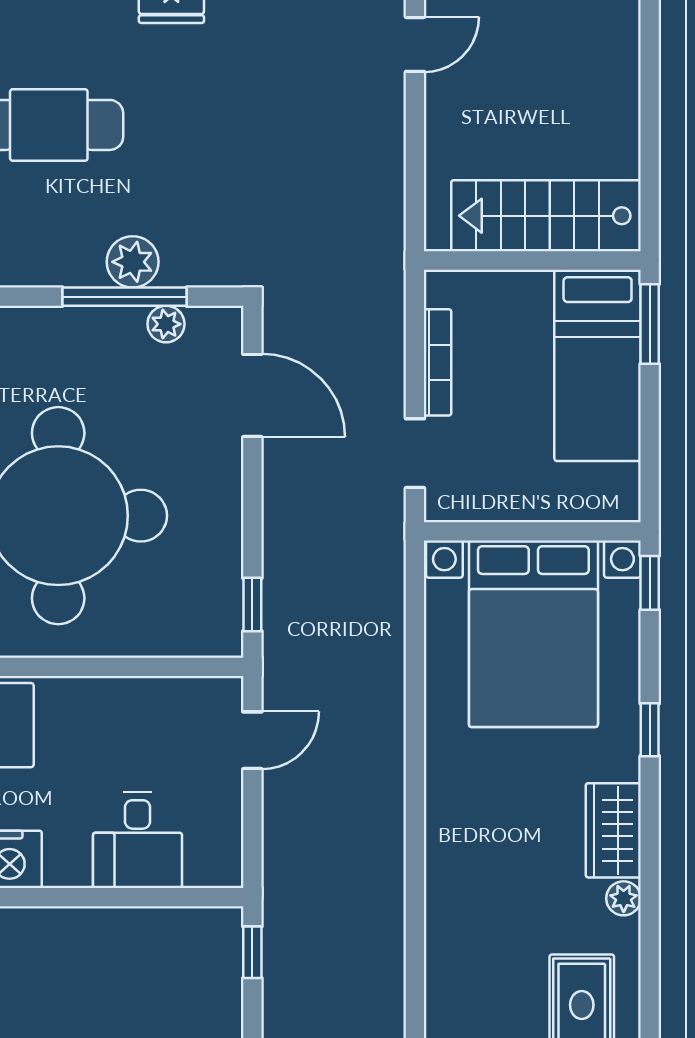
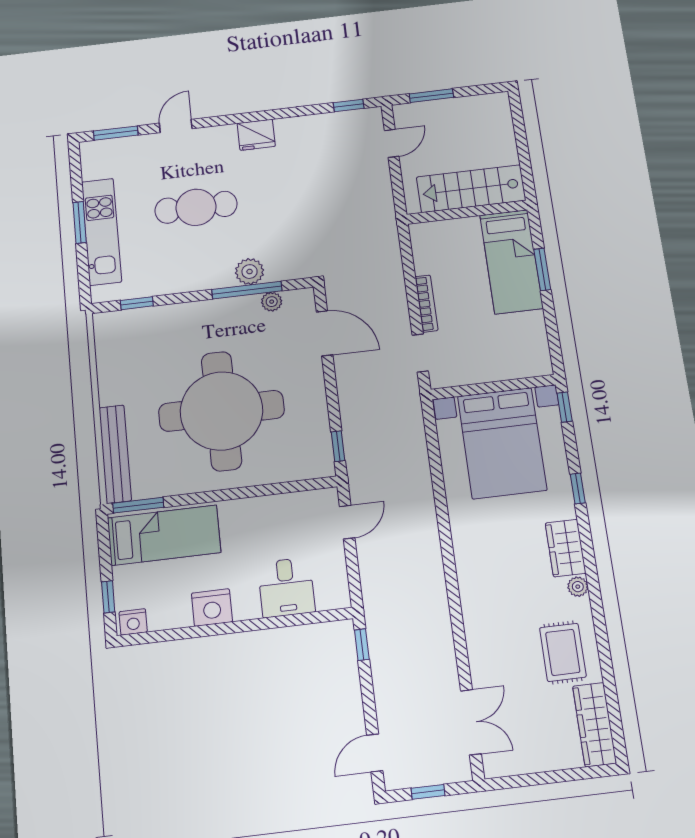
stairs: (546, 216) -> (471, 189), moved
wall: (532, 260) -> (467, 212), moved
bed: (598, 365) -> (511, 262), moved

